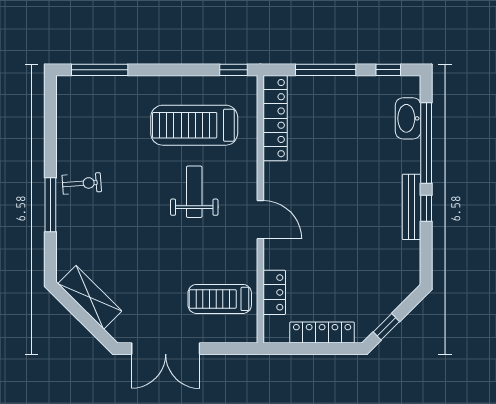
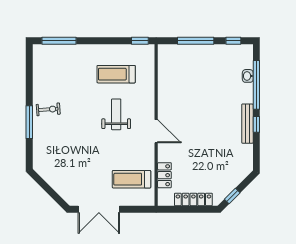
locker: (275, 118) -> (165, 70), removed
washbasin: (408, 118) -> (248, 76), width x0.52, depth x0.69
treadmill: (194, 125) -> (116, 74), width x0.73, depth x0.73
shelving: (90, 297) -> (53, 178), removed

